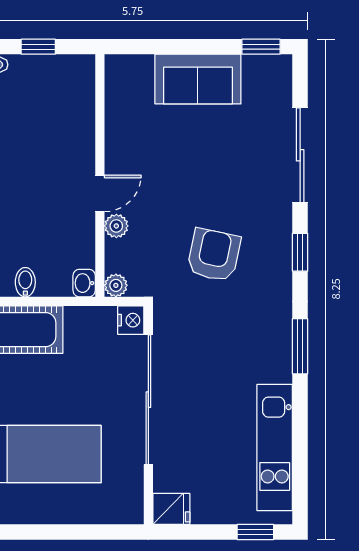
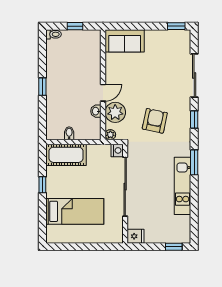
sofa: (198, 79) -> (125, 41), moved
plant: (116, 226) -> (115, 112), width x1.88, depth x1.88
washbasin: (84, 283) -> (96, 111), moved
kitchen unit: (275, 447) -> (183, 186), moved

